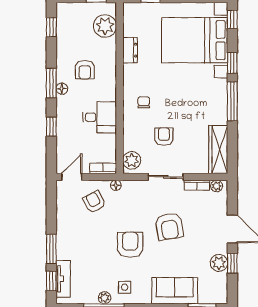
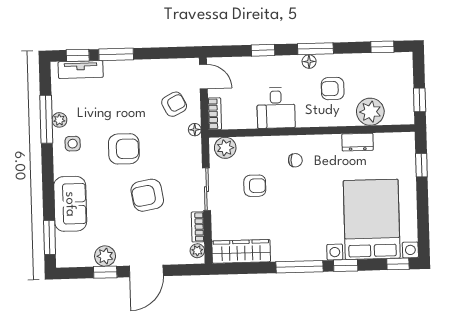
plant: (105, 26) -> (370, 112), moved

